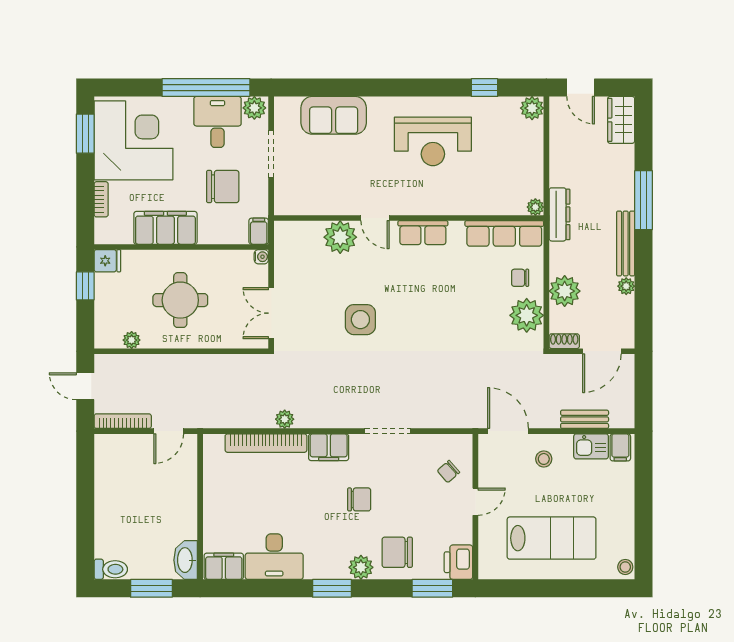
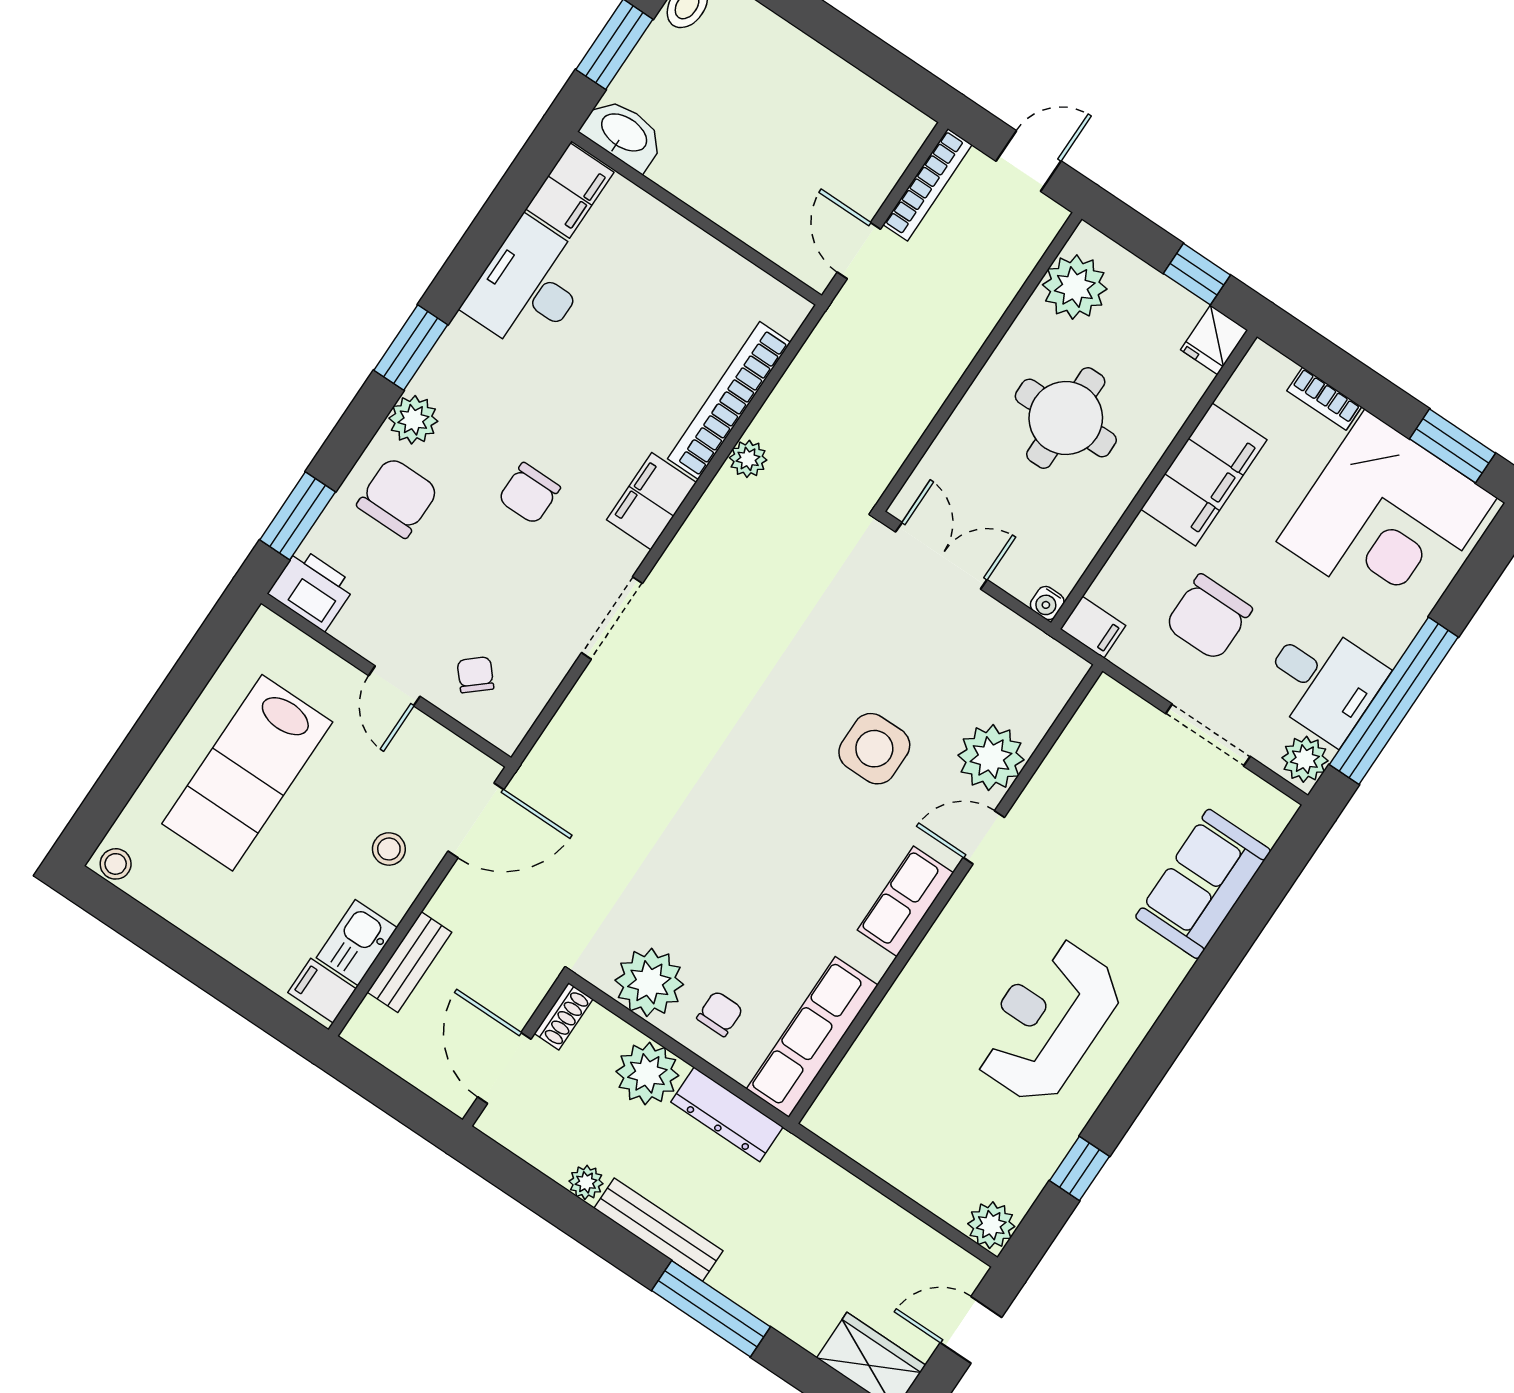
plant: (535, 207) -> (821, 1119), removed
dresser: (559, 214) -> (727, 1114), moved
side table: (360, 320) -> (874, 749), moved
plant: (132, 340) -> (1075, 287), width x1.88, depth x1.88

